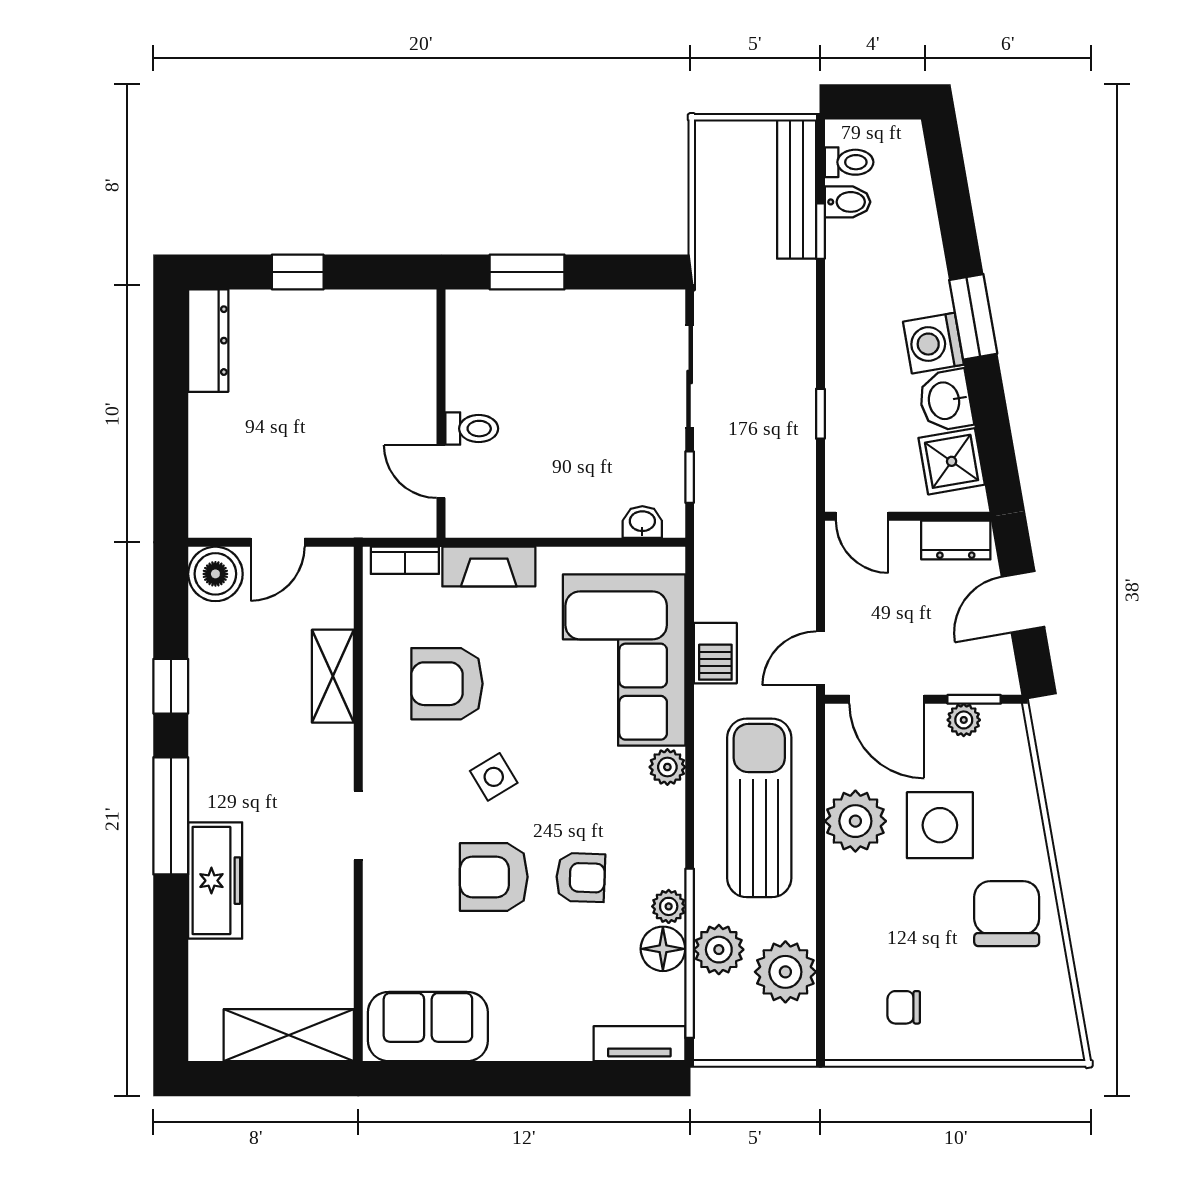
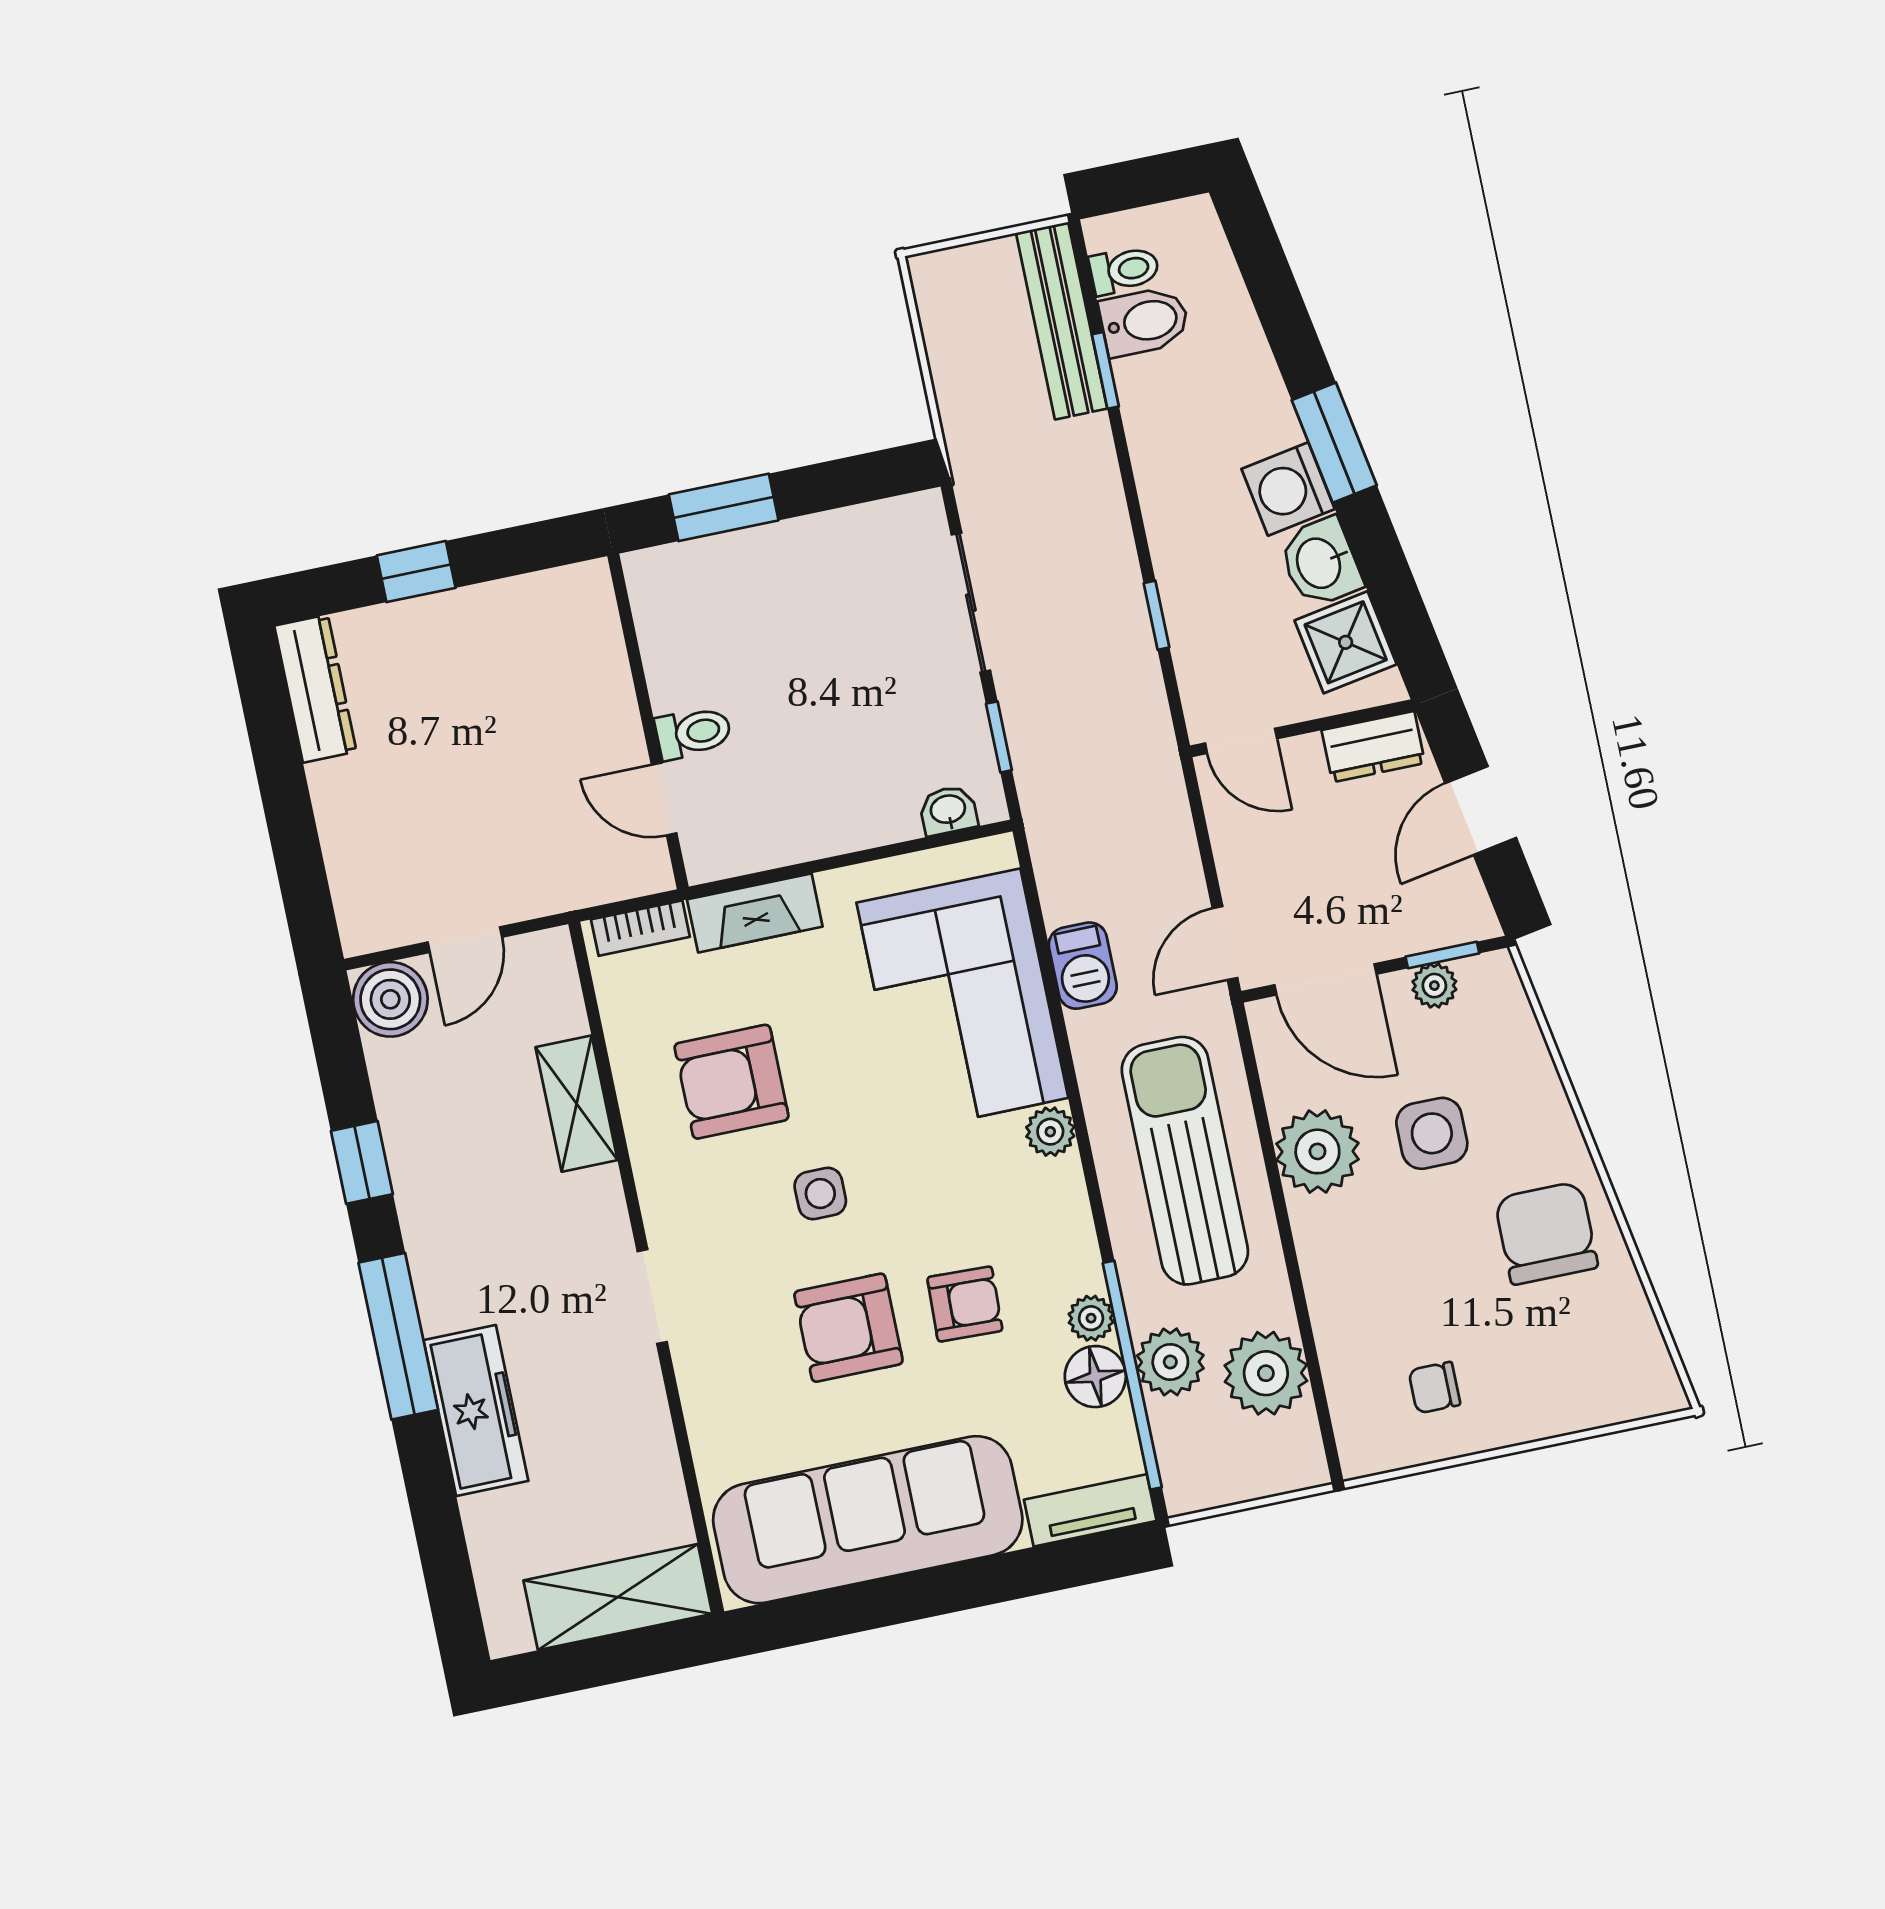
bidet: (848, 202) -> (1145, 321), width x1.38, depth x1.36
side table: (494, 777) -> (820, 1194), turned 31
side table: (940, 825) -> (1432, 1133), width x0.73, depth x0.73
sofa: (428, 1026) -> (868, 1520), width x1.85, depth x1.27

